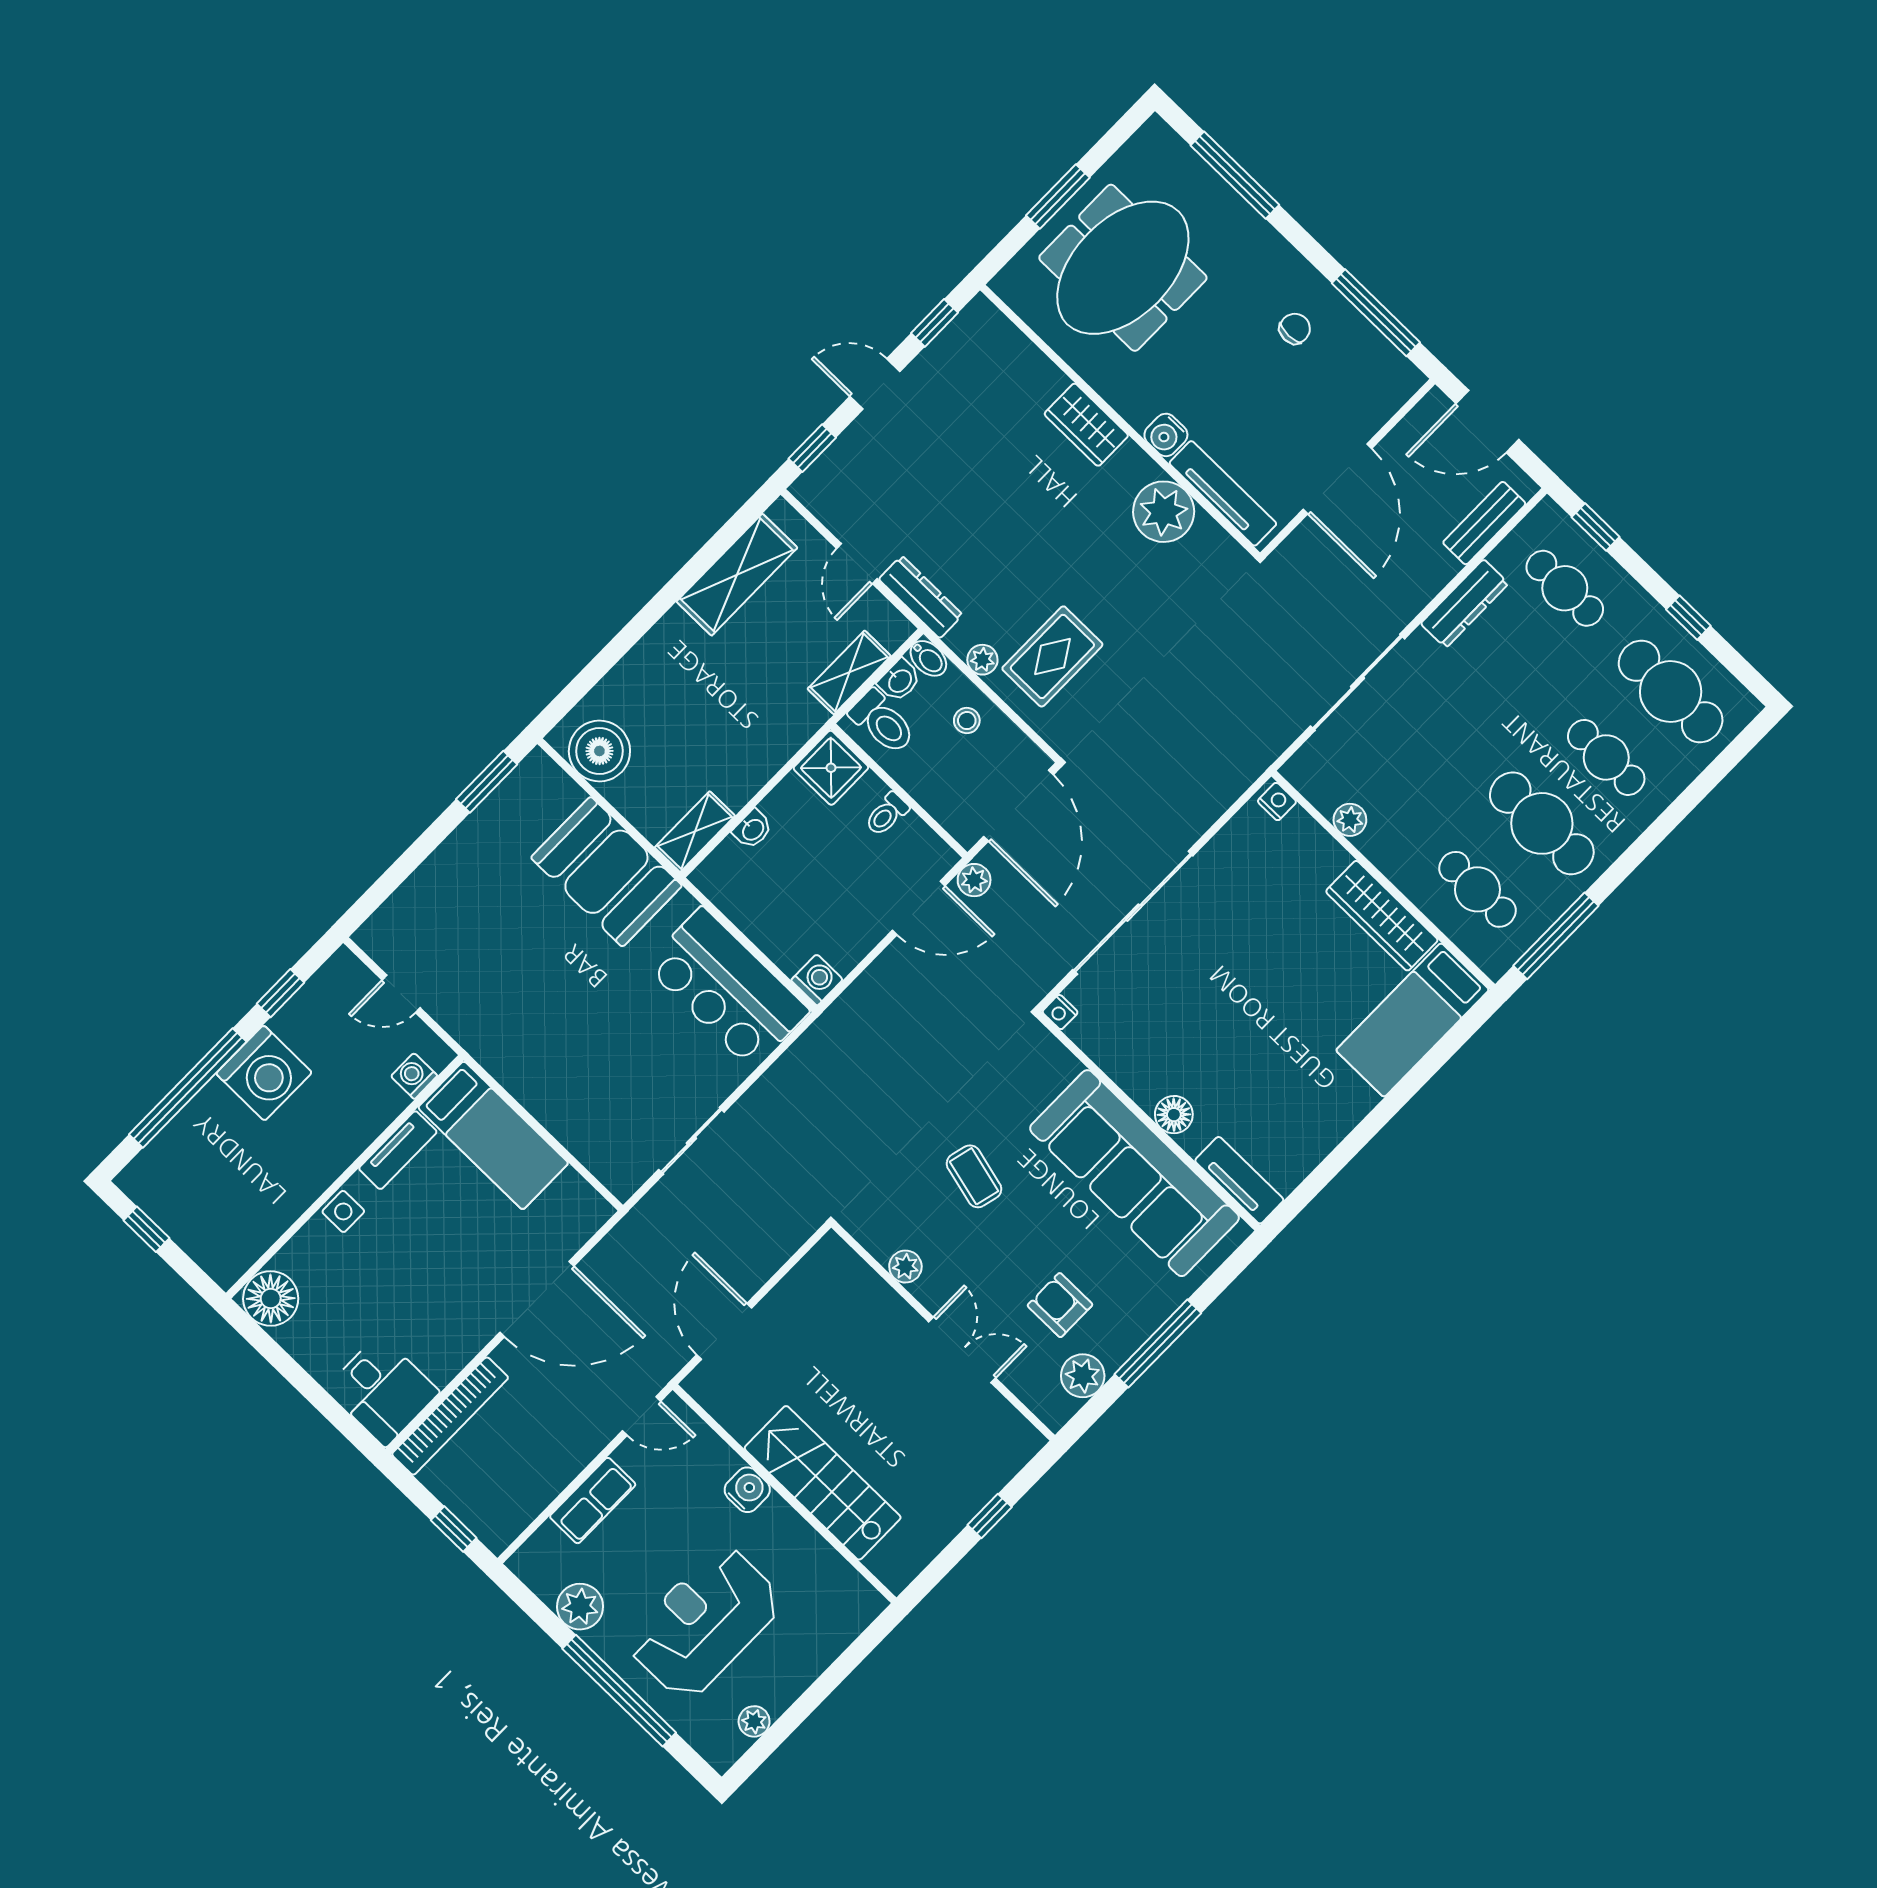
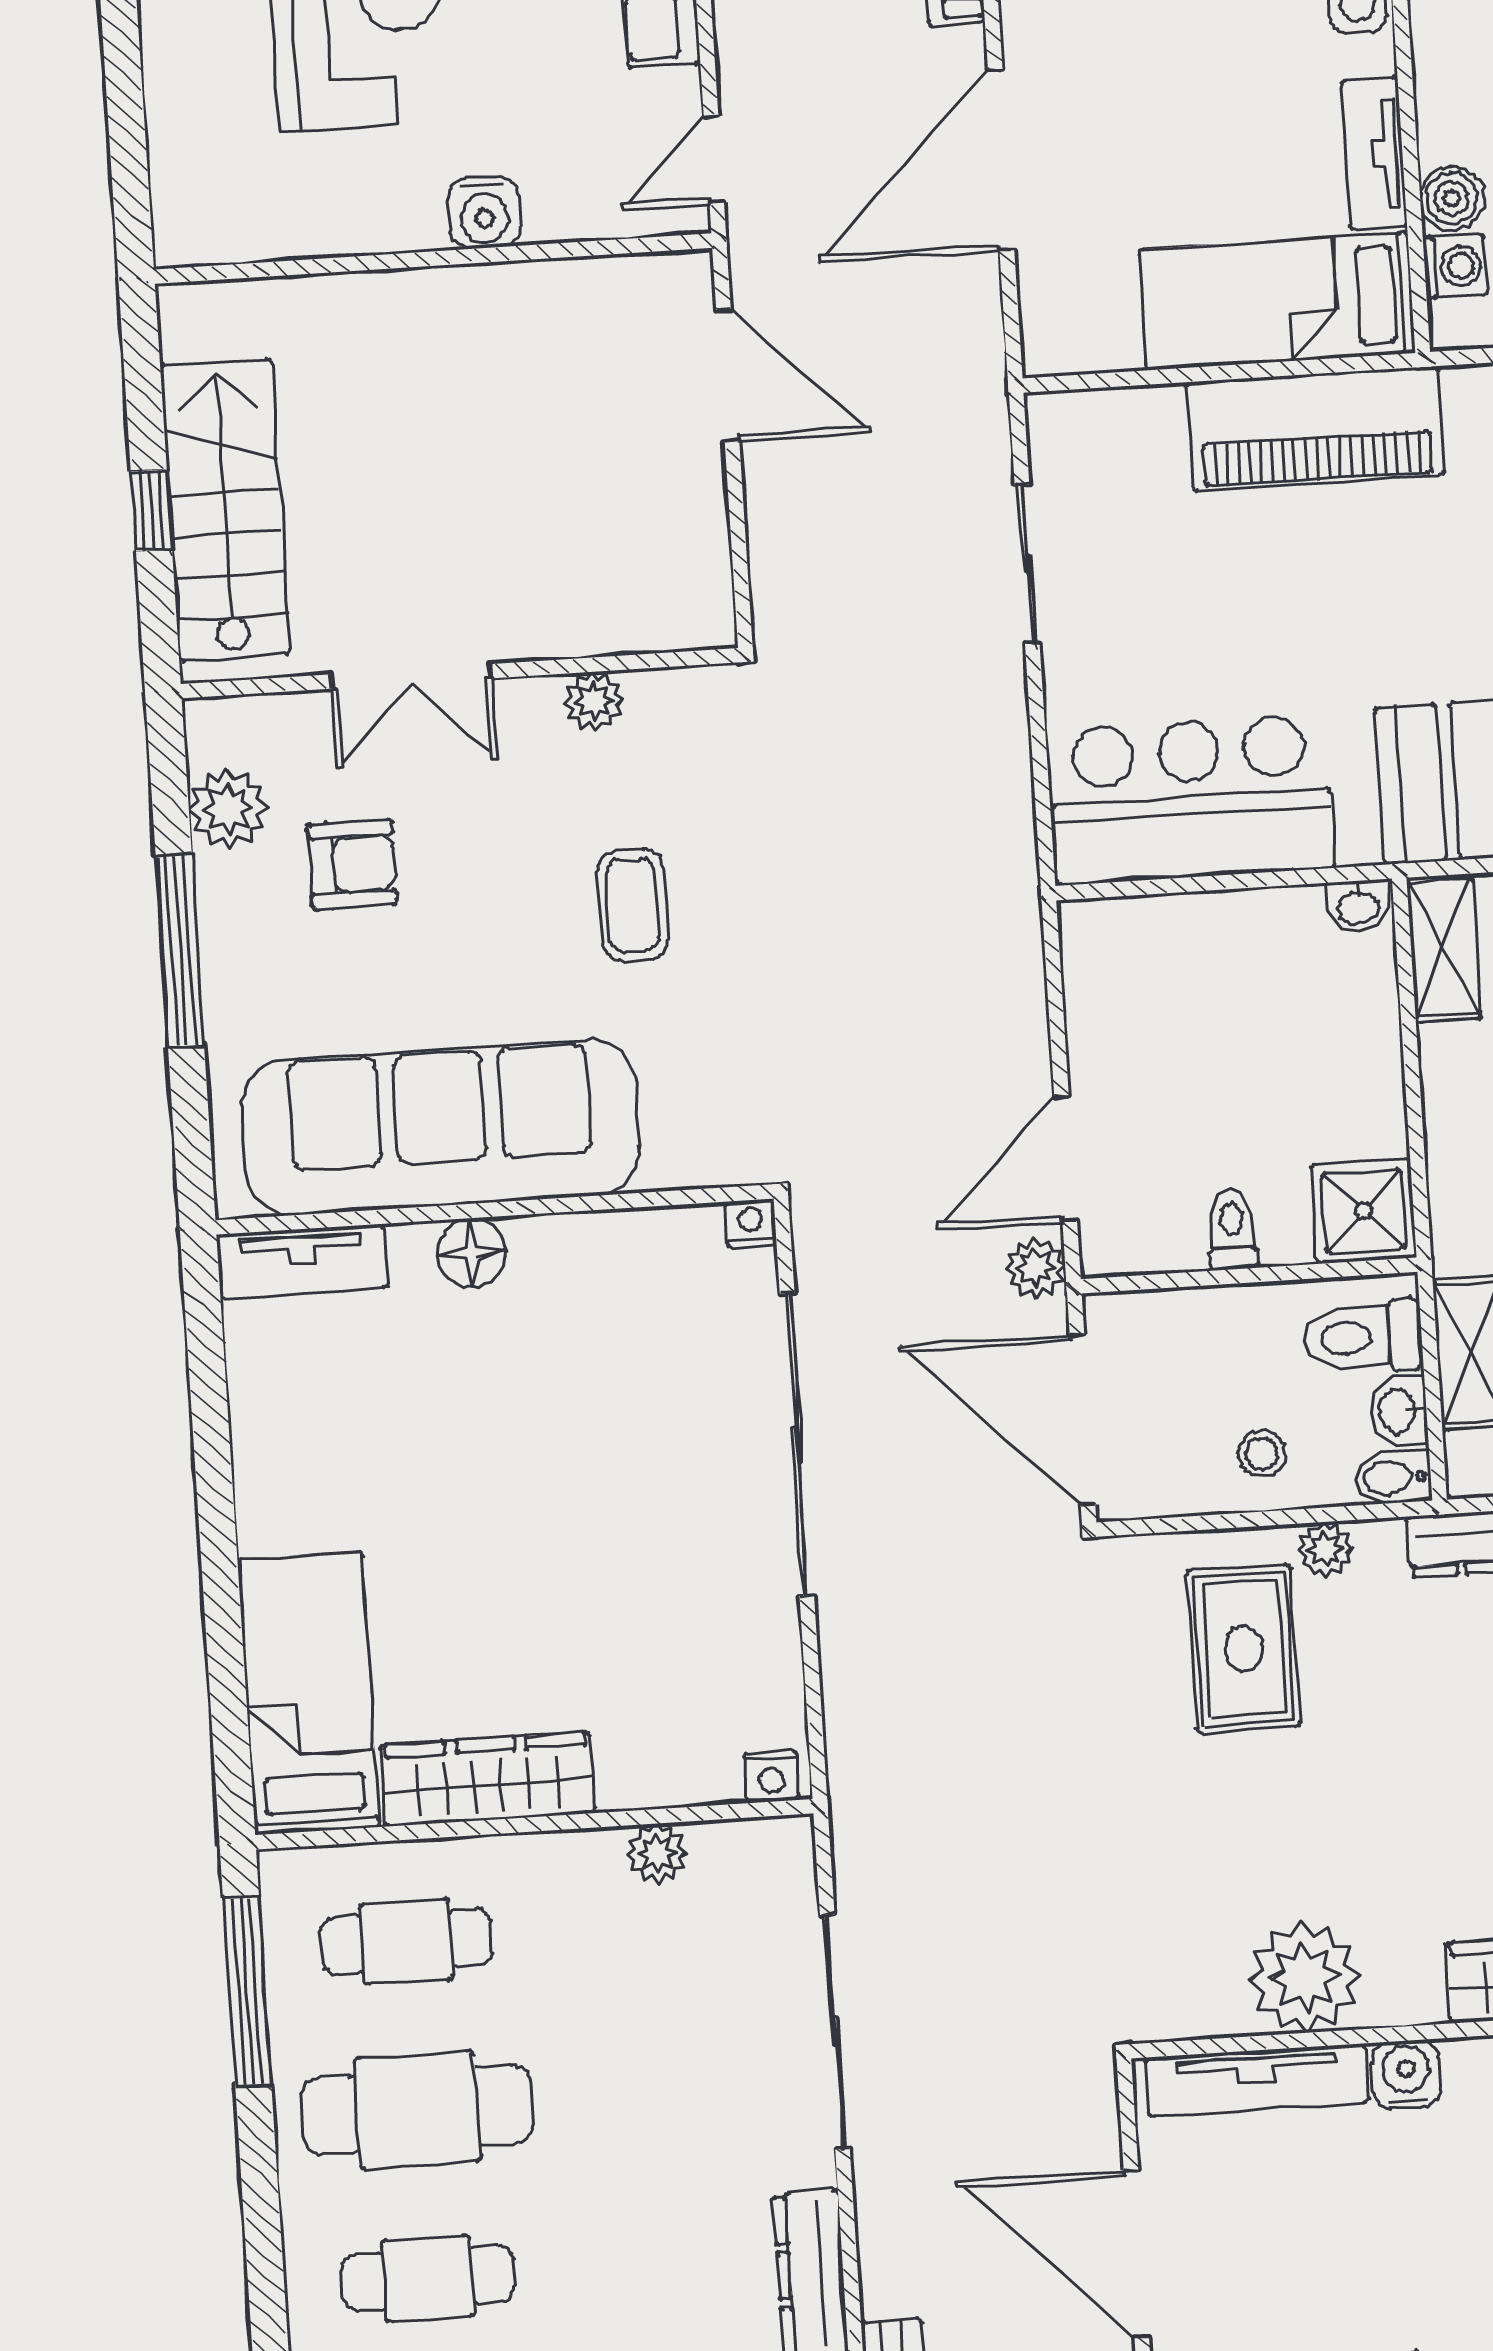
washbasin: (753, 829) -> (1358, 907), moved, turned -90
washing machine: (817, 980) -> (1092, 932), removed
piano: (531, 1073) -> (1316, 429), added
boiler: (388, 1102) -> (1452, 198), added
coffee table: (974, 1176) -> (633, 905), turned 76
stairs: (823, 1483) -> (225, 510), moved, turned -90

